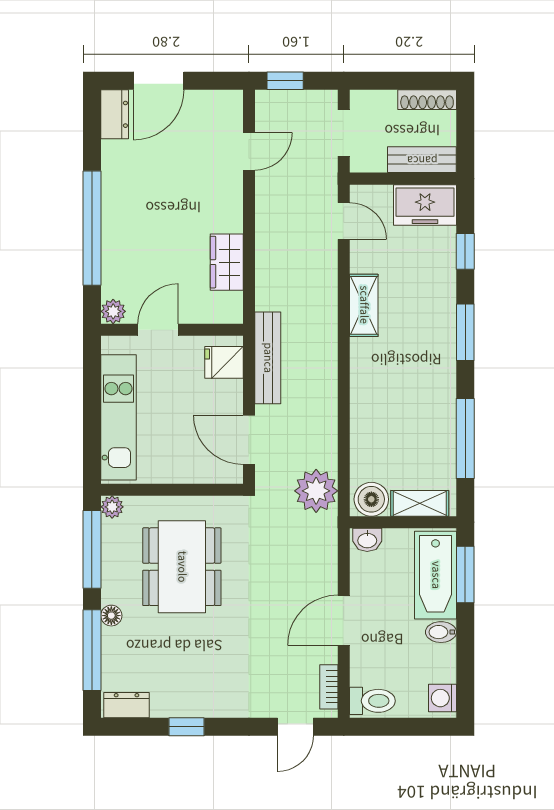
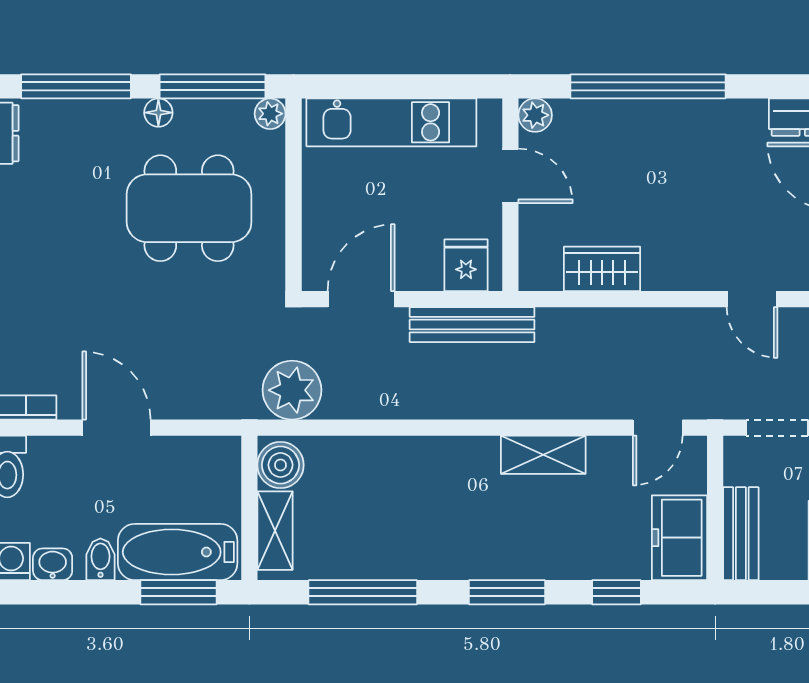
washbasin: (367, 540) -> (53, 564), moved, turned 90
floor lamp: (111, 616) -> (158, 113), moved

